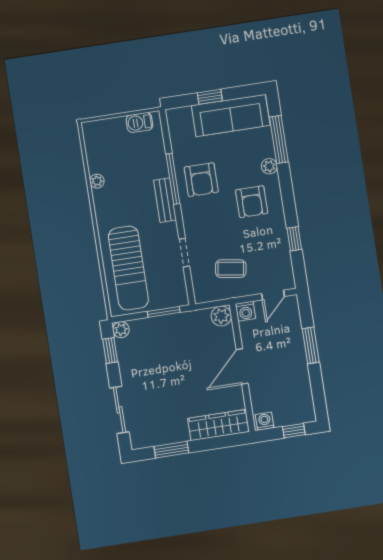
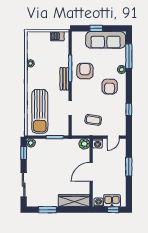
armchair: (201, 180) -> (85, 71), turned 180
kitchen sink: (289, 414) -> (112, 201), added

